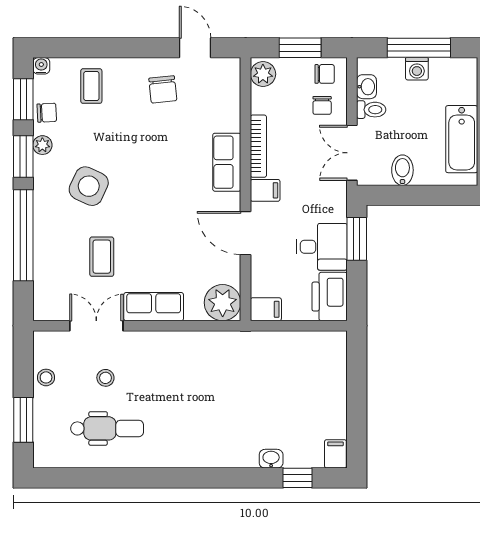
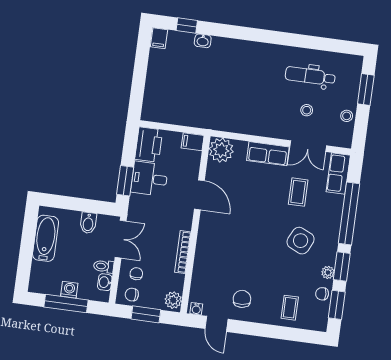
water cooler: (41, 66) -> (196, 309), moved
row of seats: (227, 162) -> (338, 173), moved, turned 180
filing cabinet: (265, 190) -> (182, 222), removed

